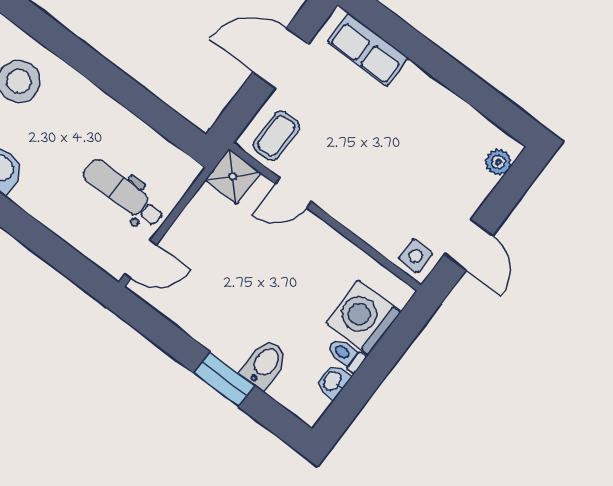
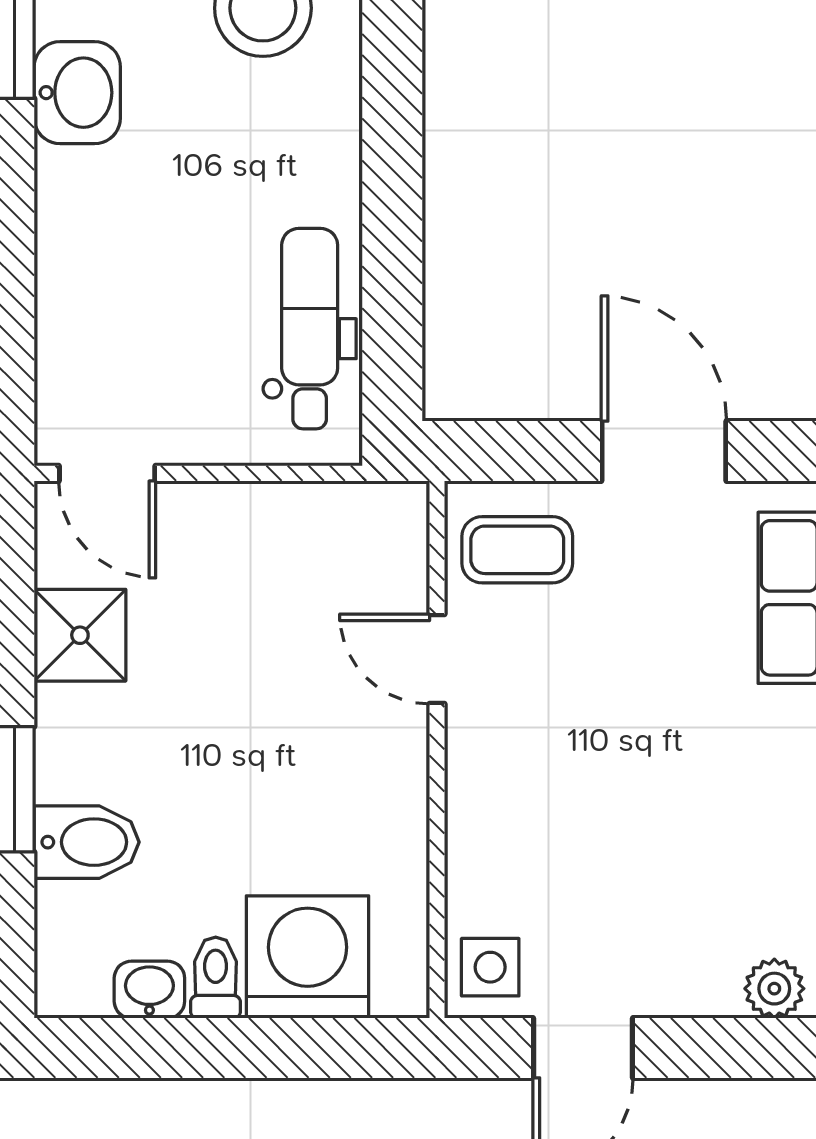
shower: (233, 176) -> (80, 635), moved
dental chair: (123, 193) -> (310, 329), moved

